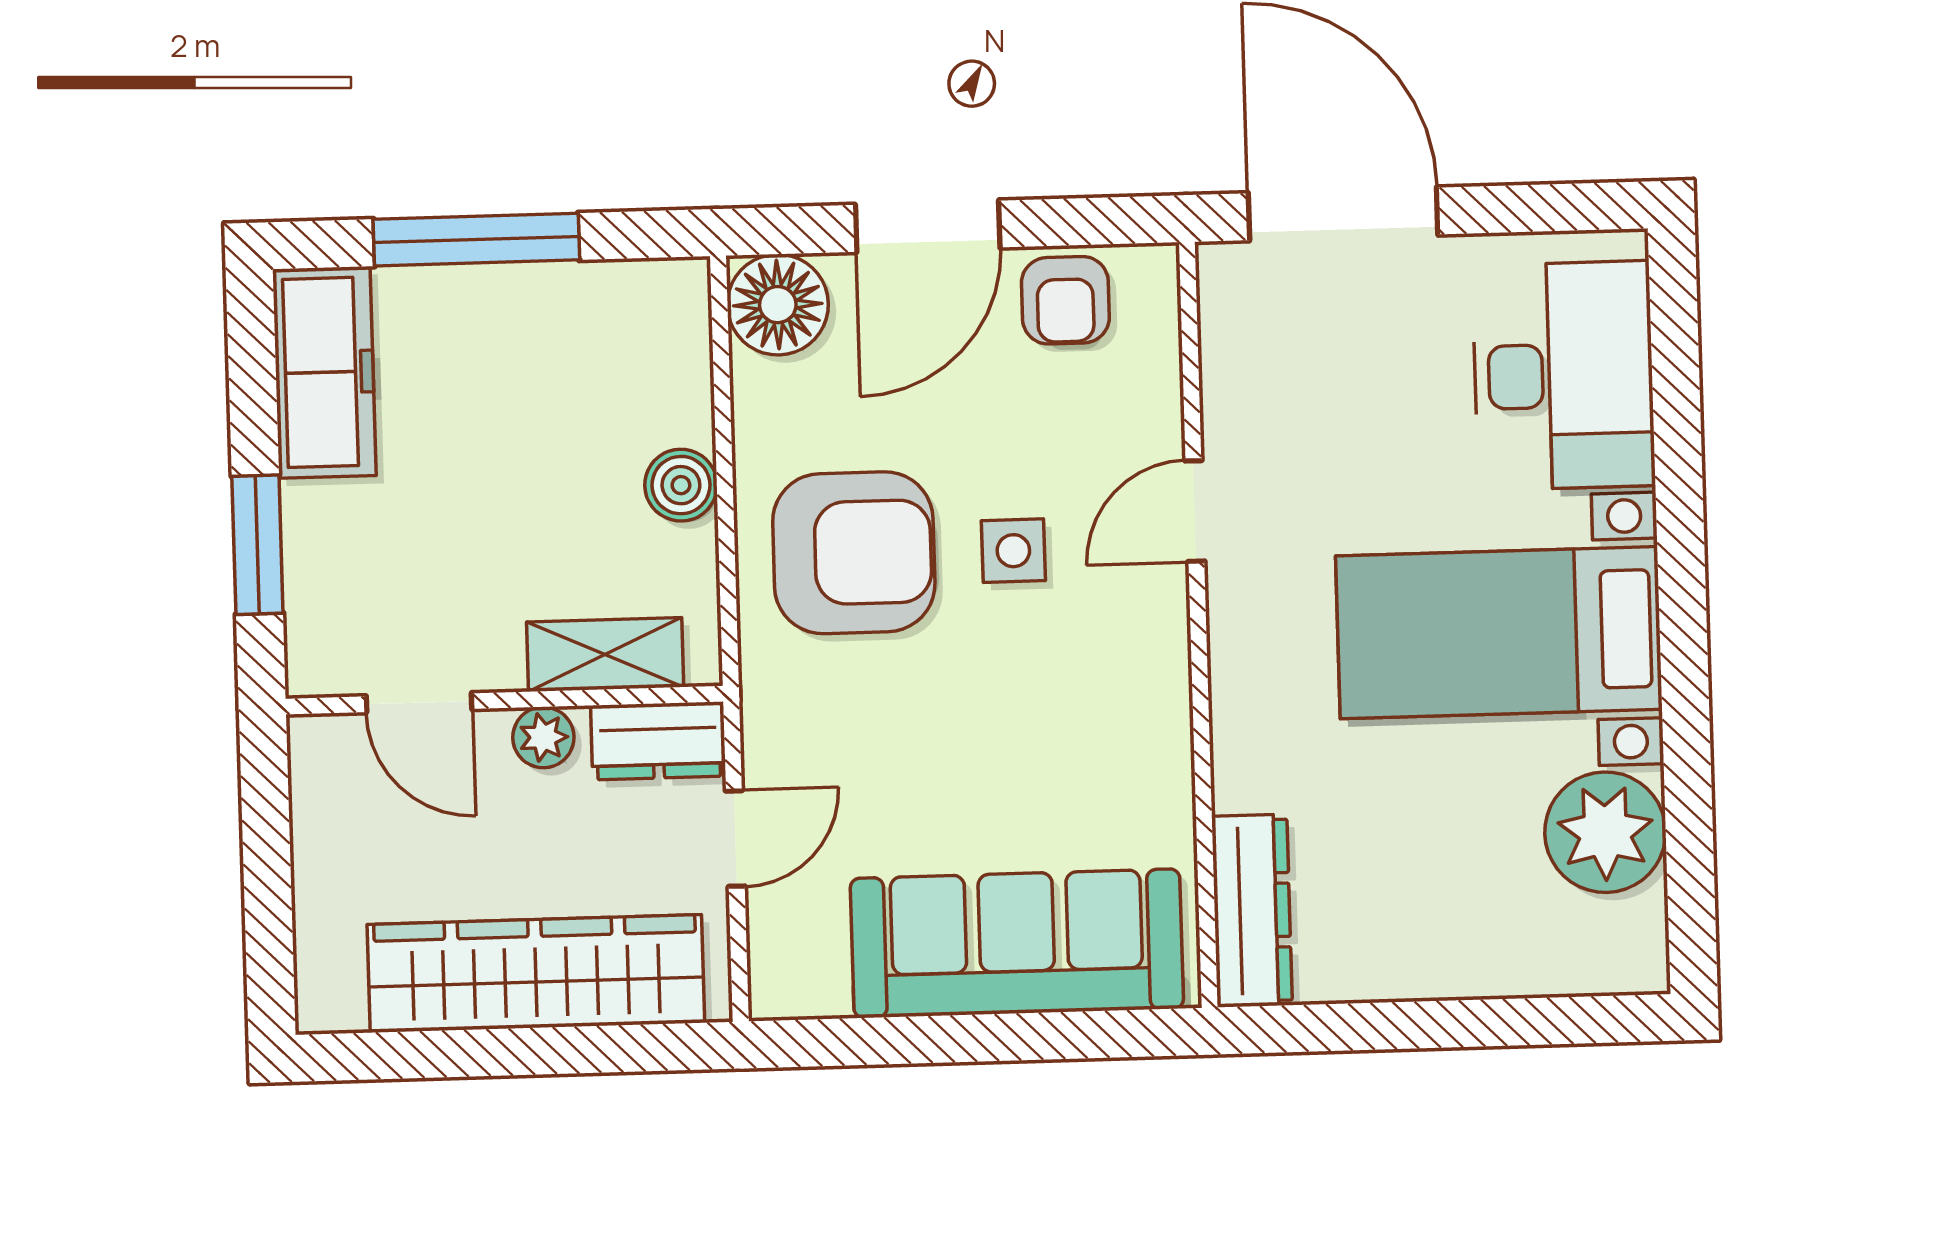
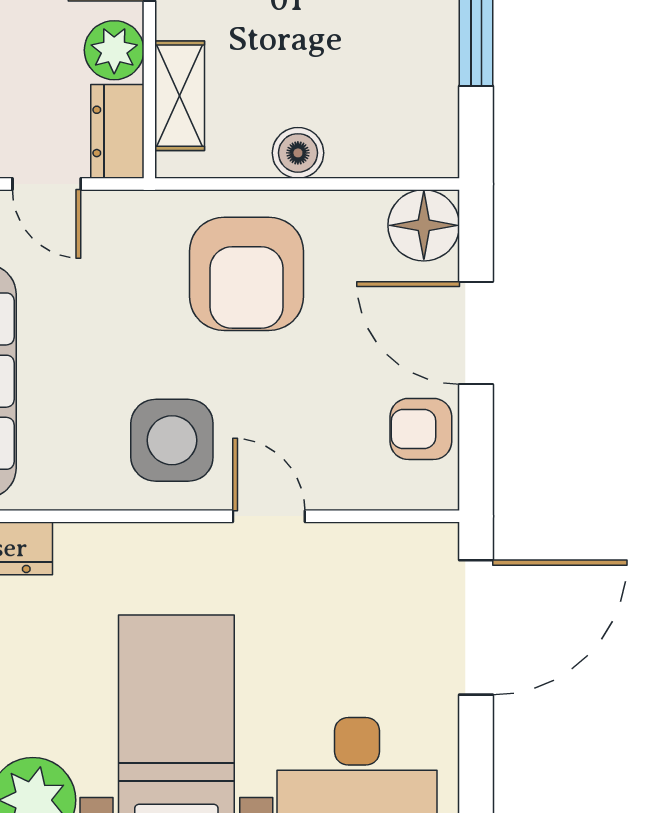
side table: (1013, 551) -> (172, 440), moved, width x1.87, depth x1.87
plant: (543, 737) -> (114, 50), width x1.38, depth x1.38

